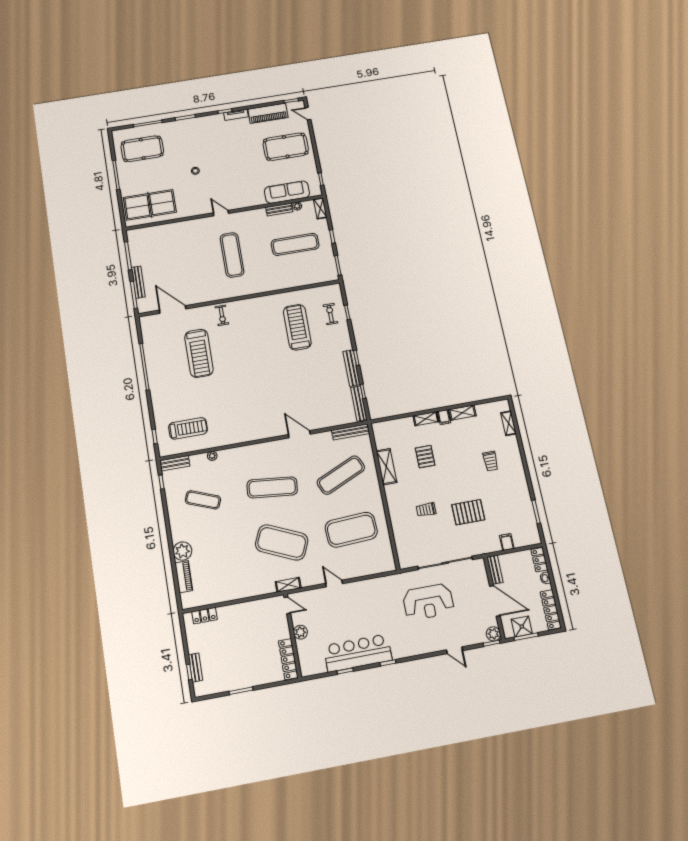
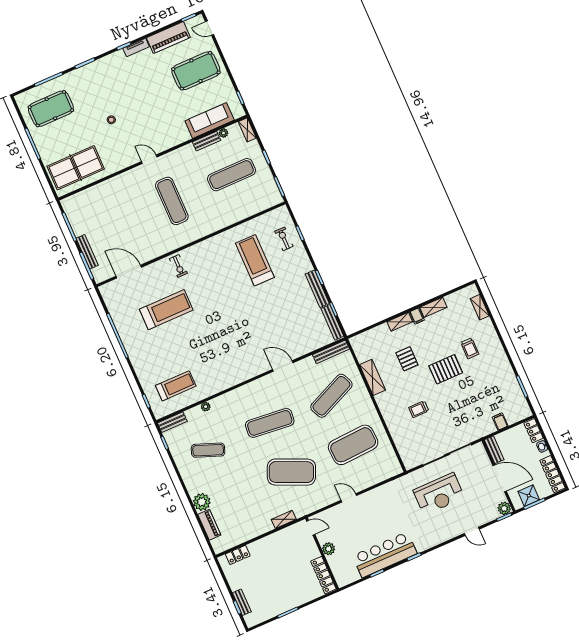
treadmill: (199, 353) -> (166, 310), turned -90
pallet: (468, 512) -> (446, 369), moved
shelving: (288, 585) -> (284, 519), moved

